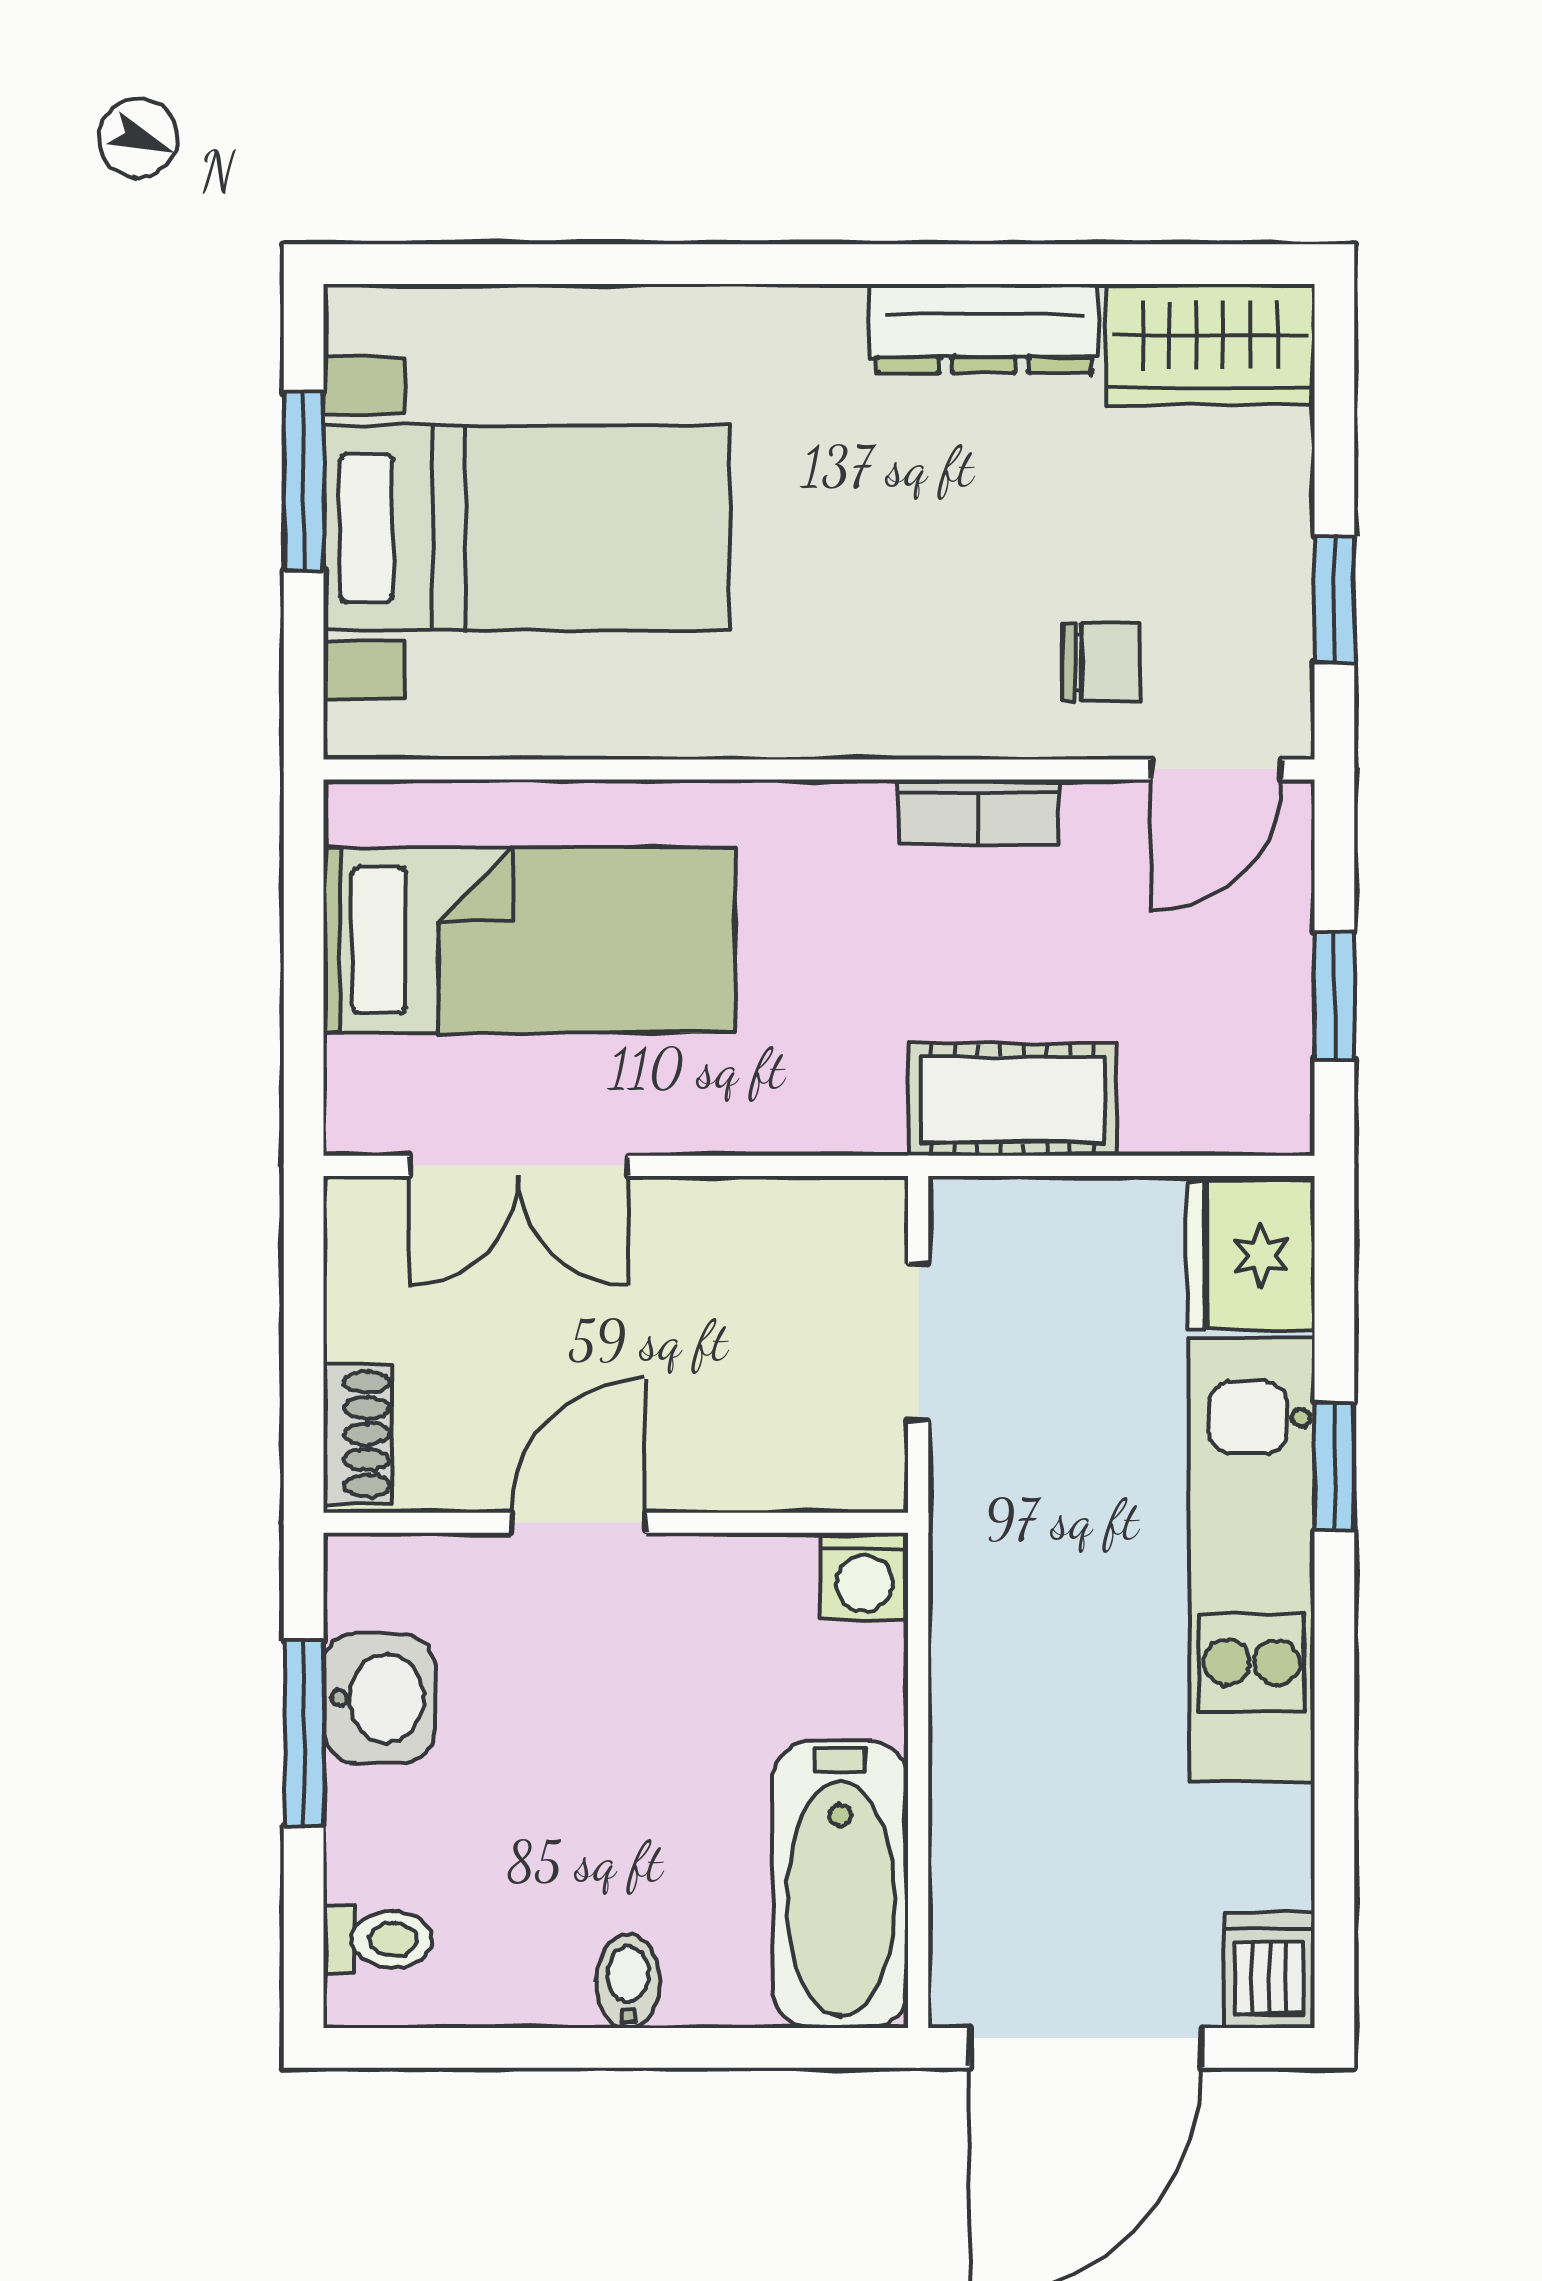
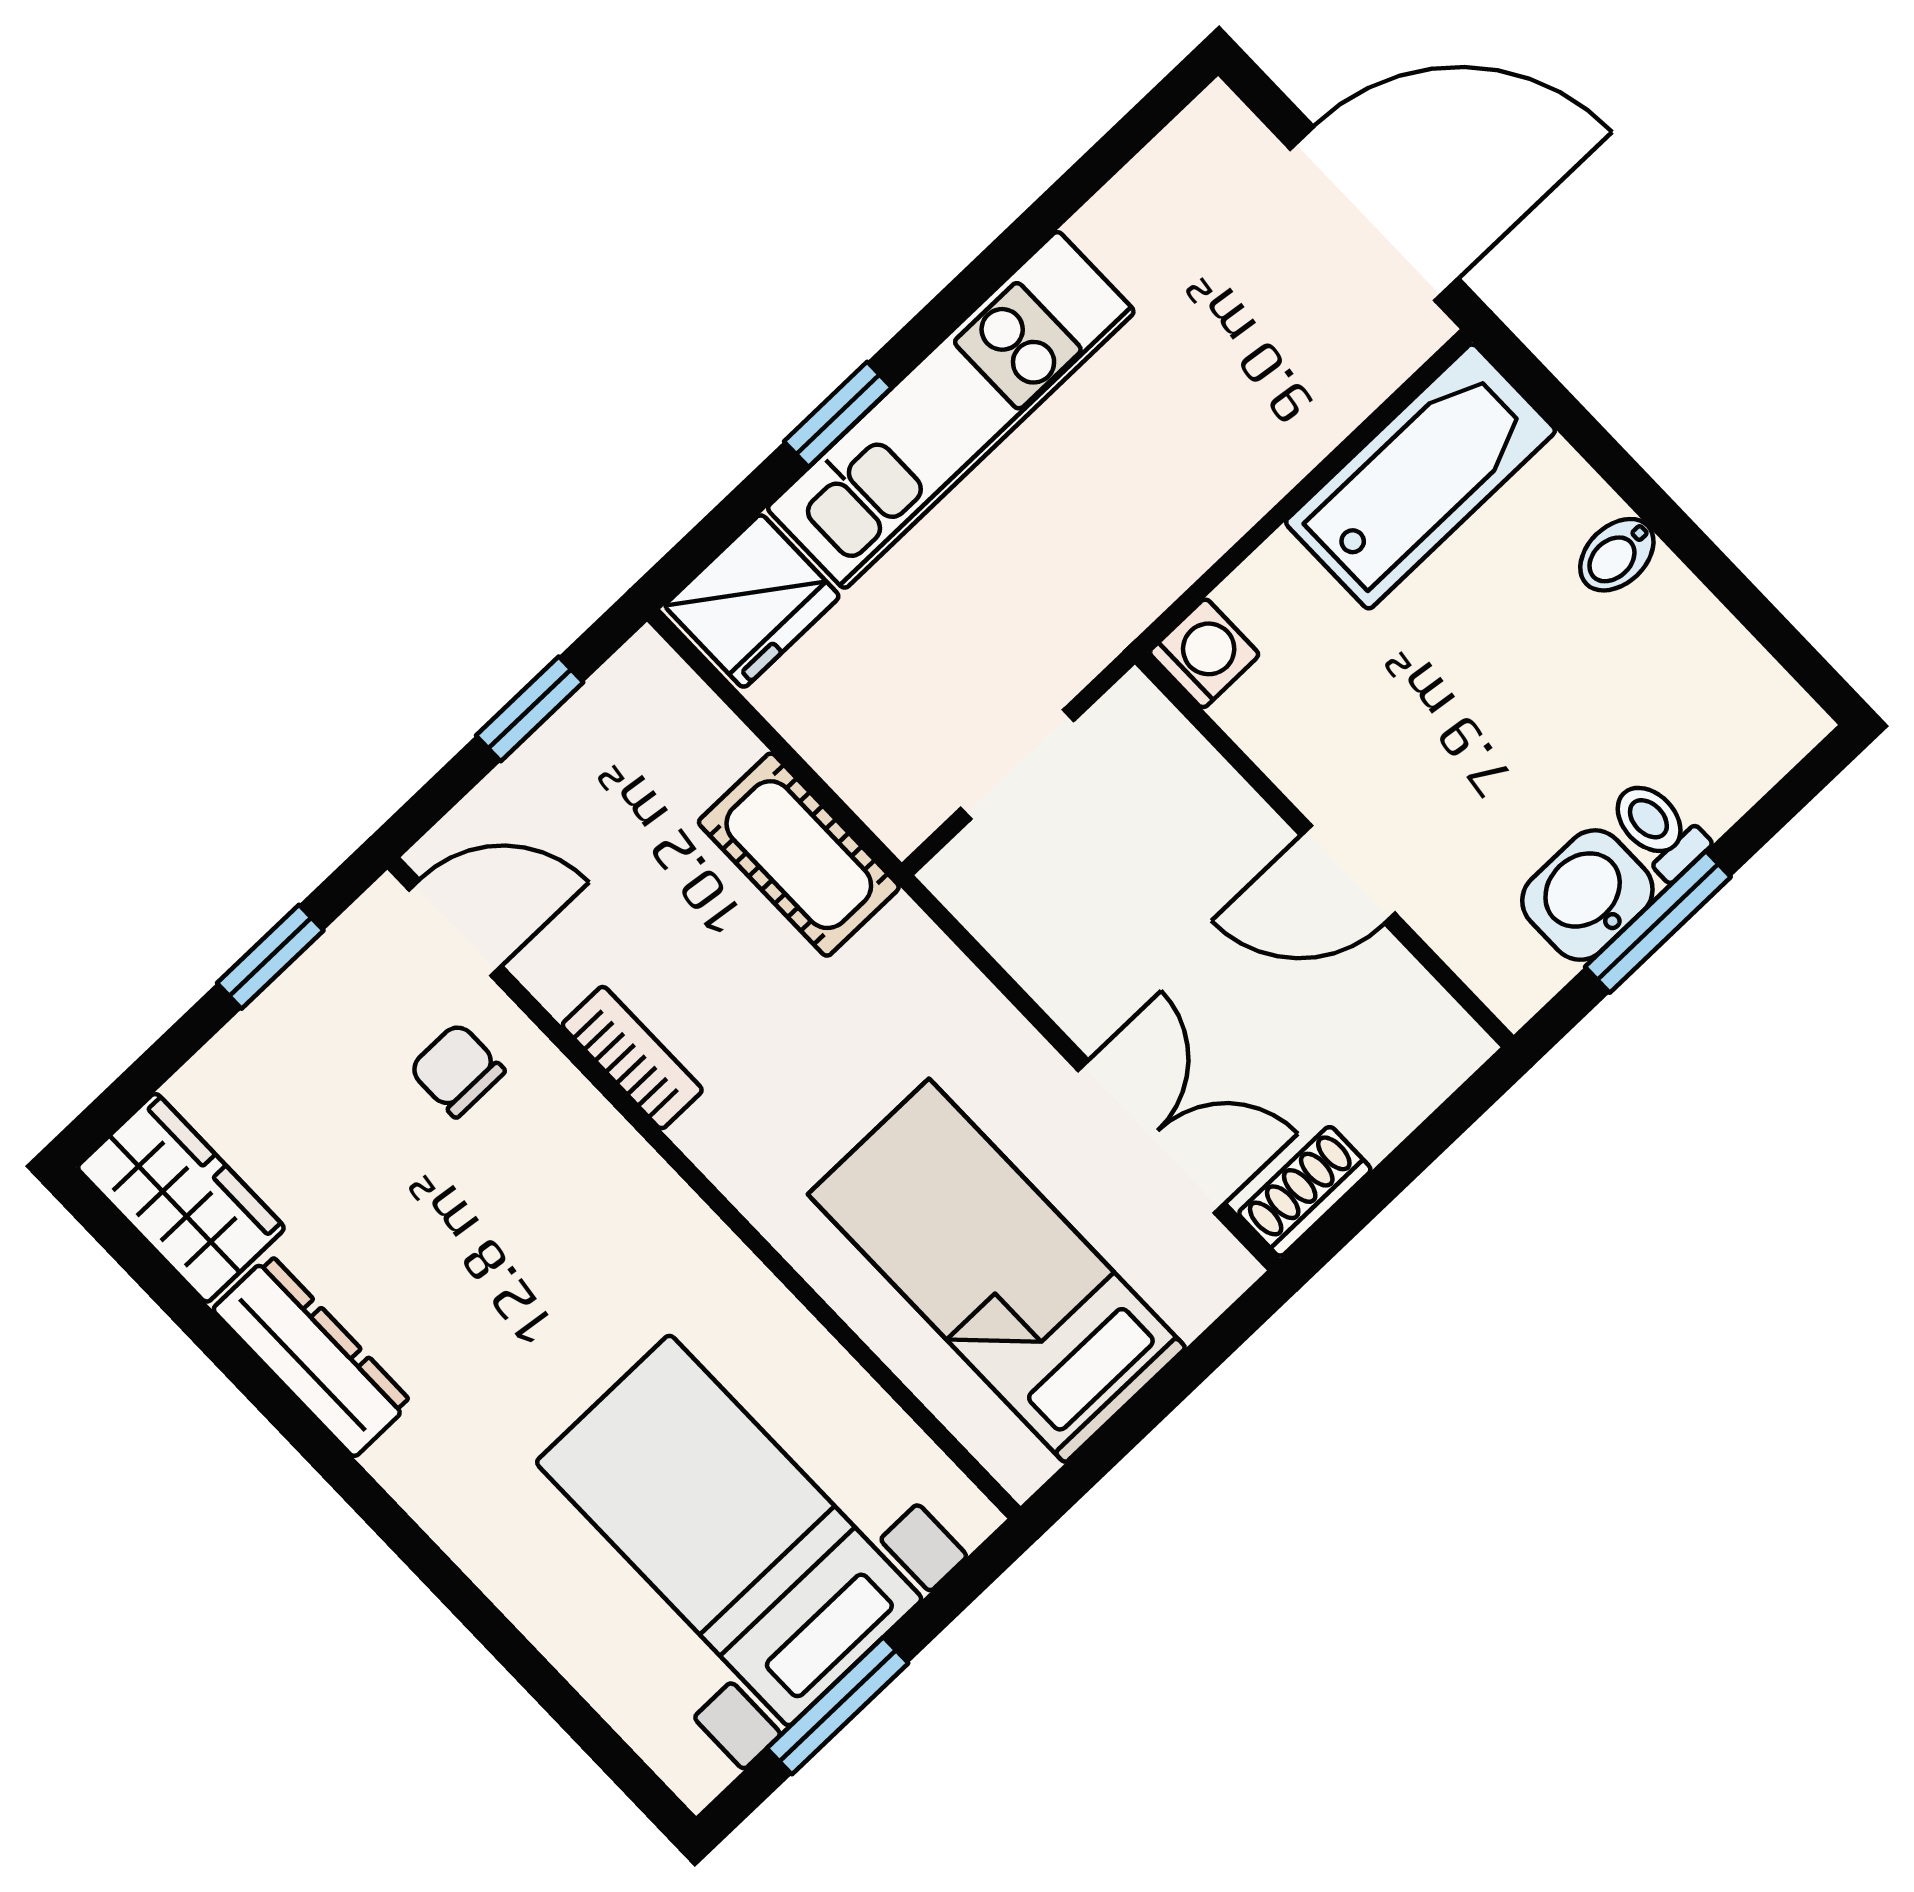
shoe rack: (358, 1434) -> (1305, 1191), moved
toilet: (378, 1939) -> (1658, 829), moved
dishwasher: (1269, 1970) -> (1208, 142), removed

